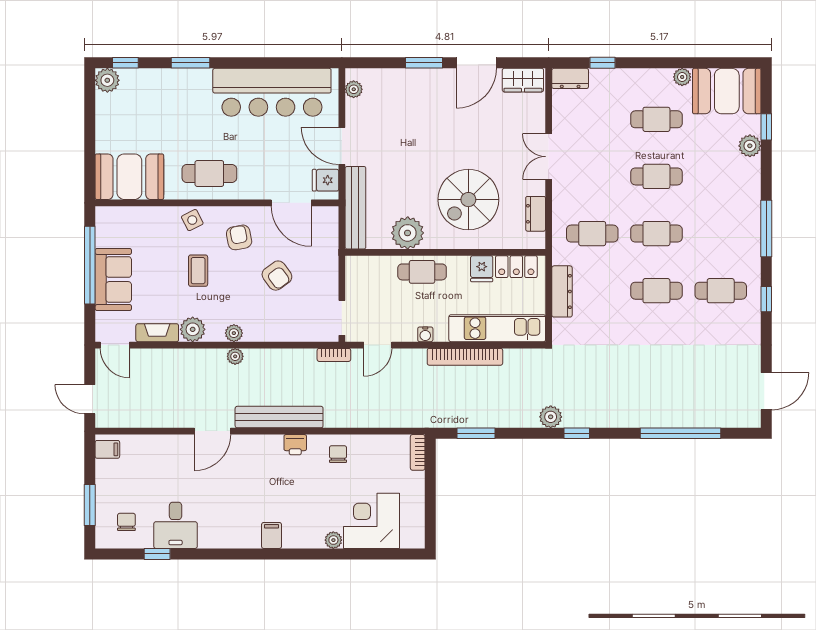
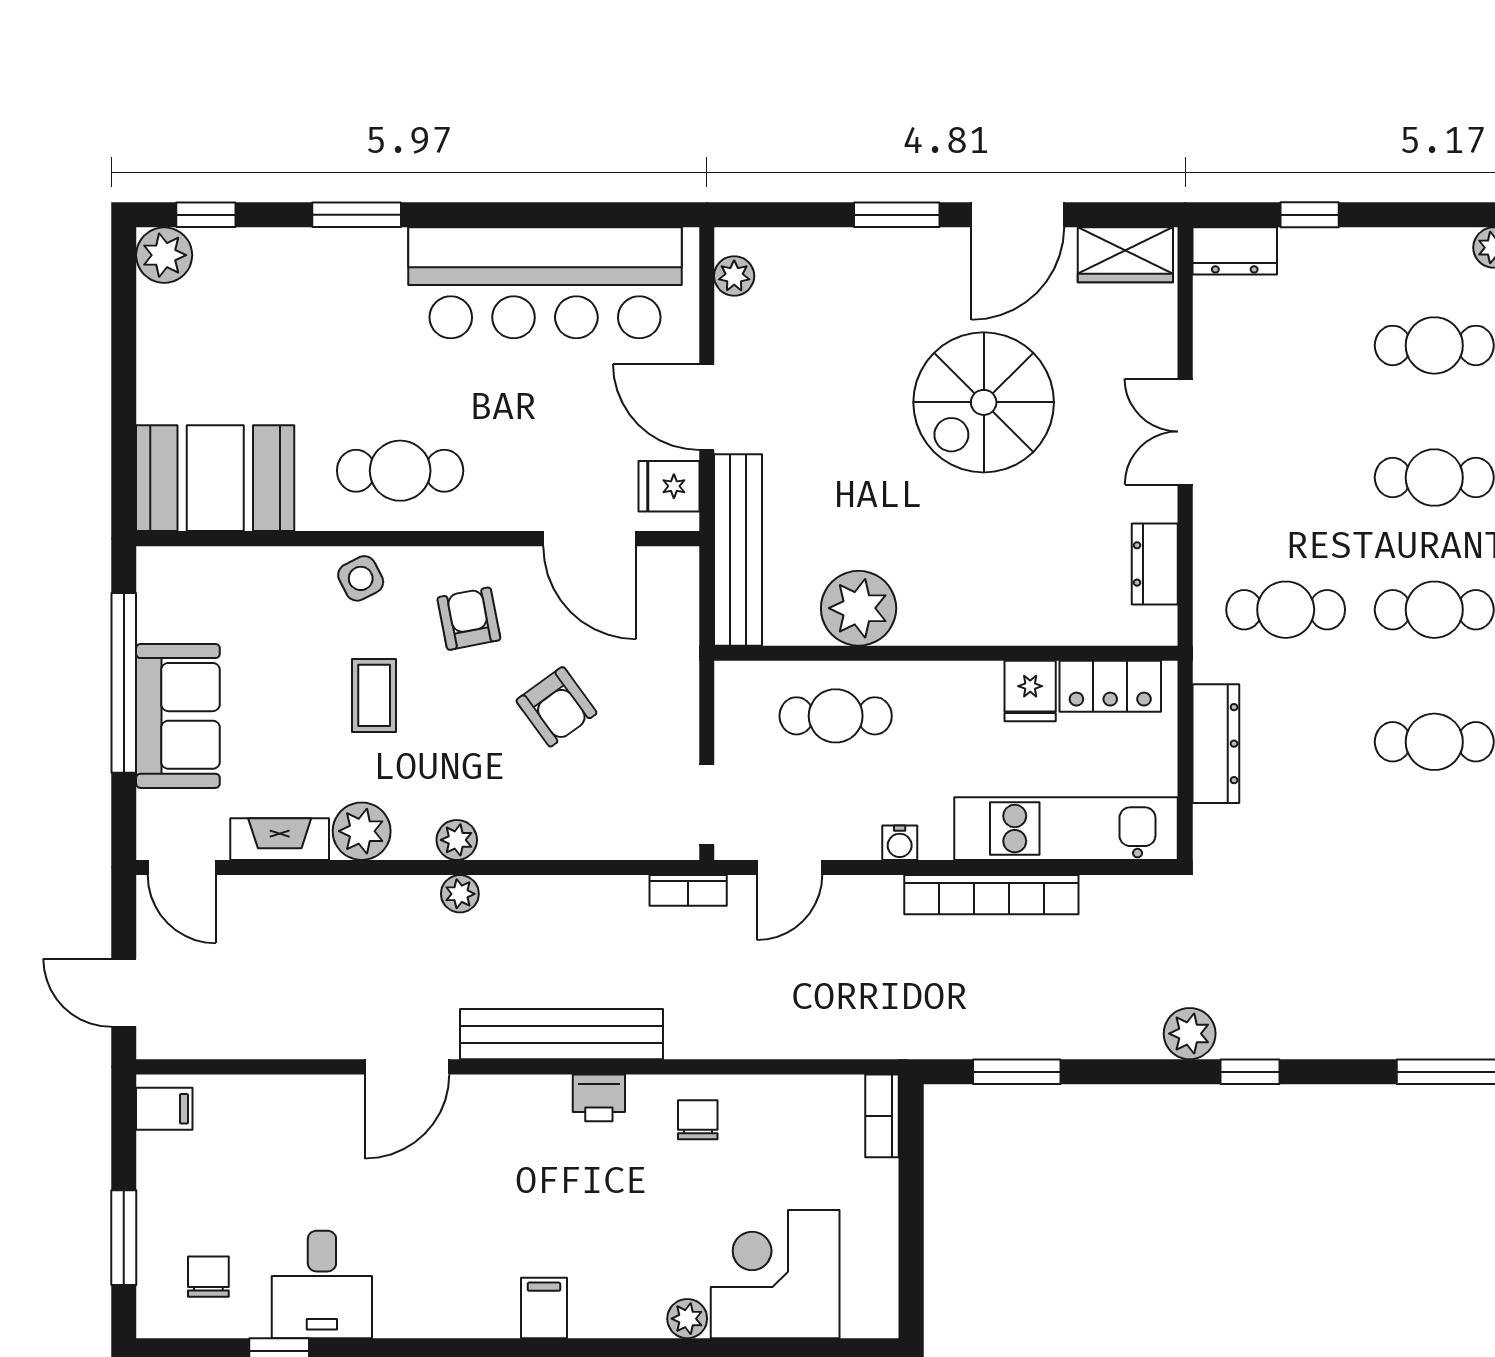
spiral stairs: (468, 200) -> (984, 402), moved
cafe table: (422, 272) -> (836, 716), moved

